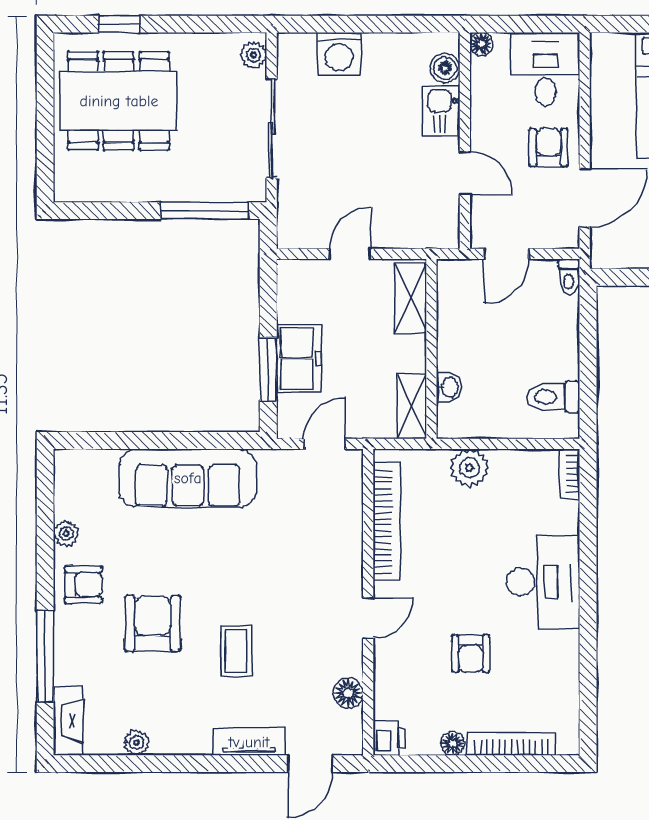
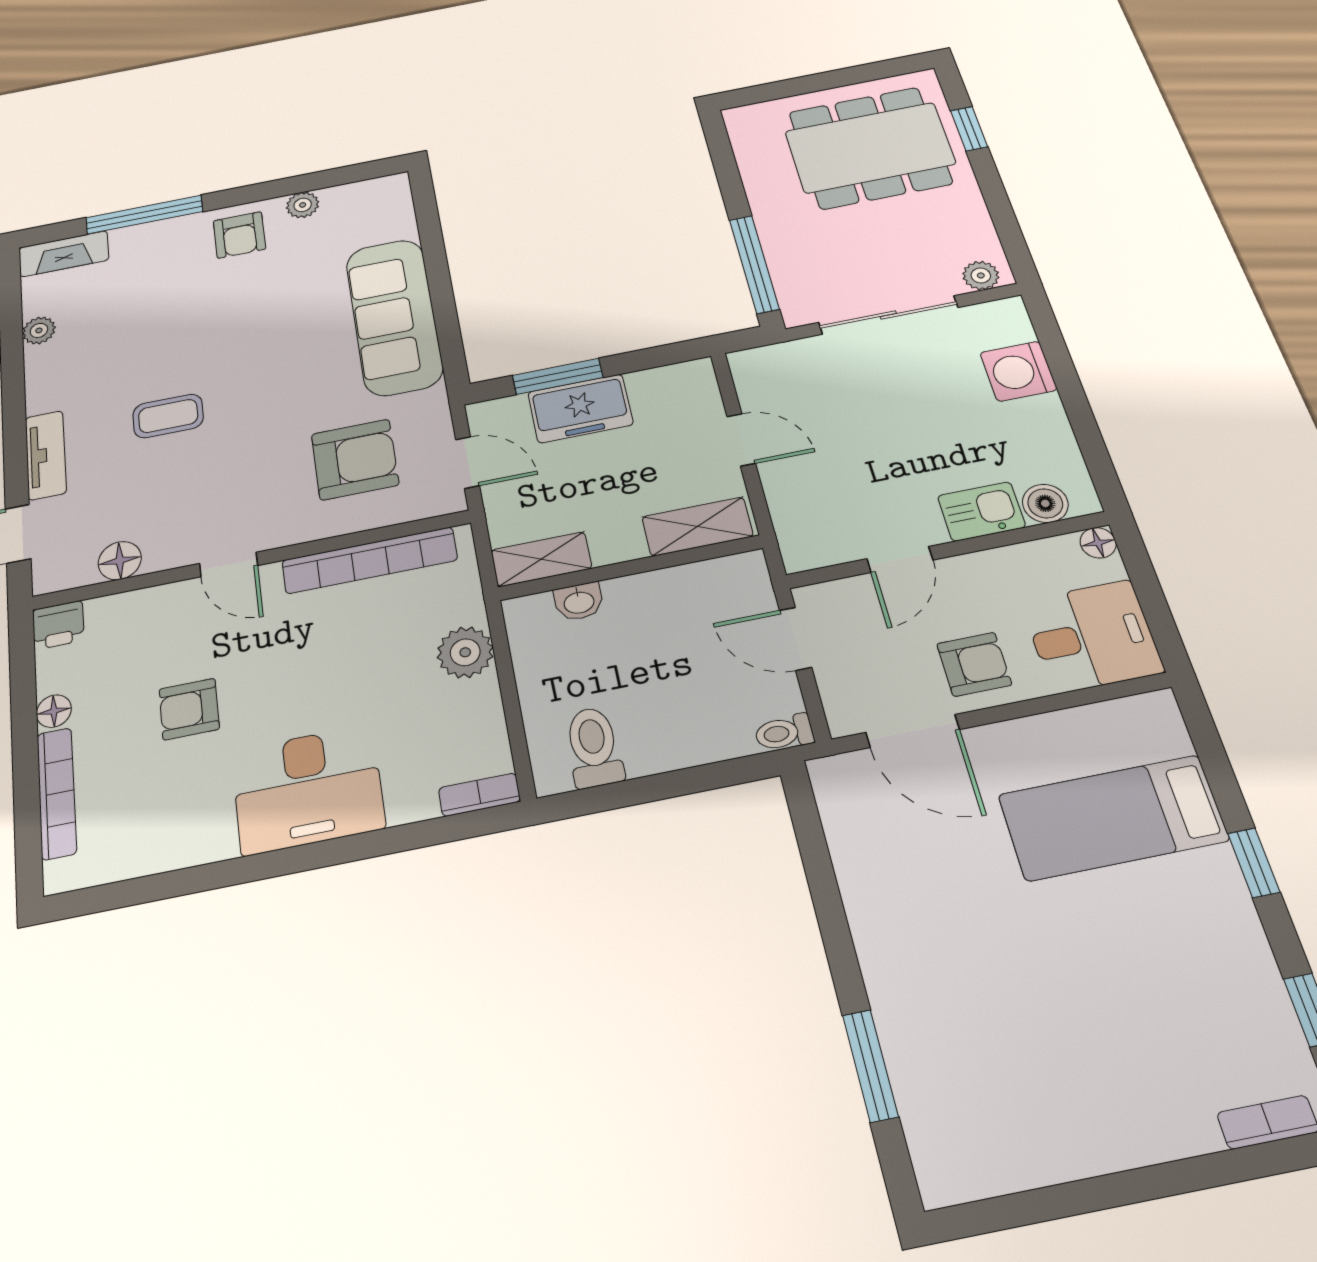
dining table: (119, 101) -> (870, 148), turned 90
armchair: (153, 623) -> (355, 459), moved

